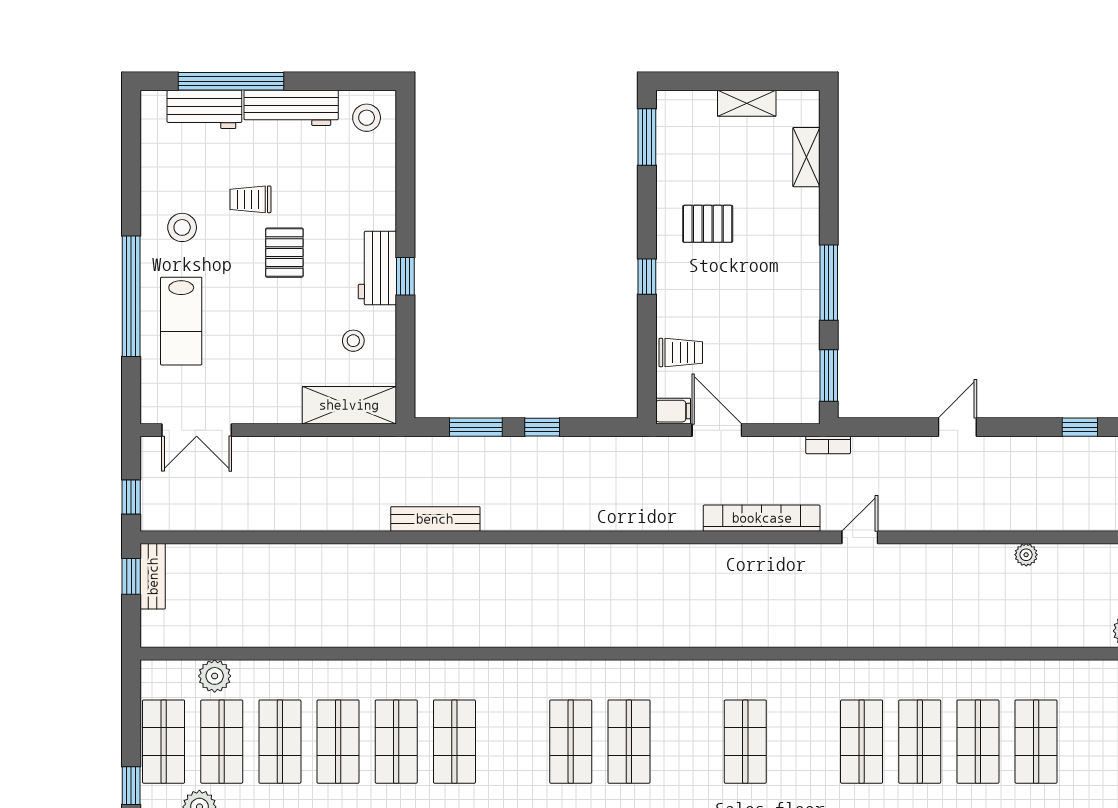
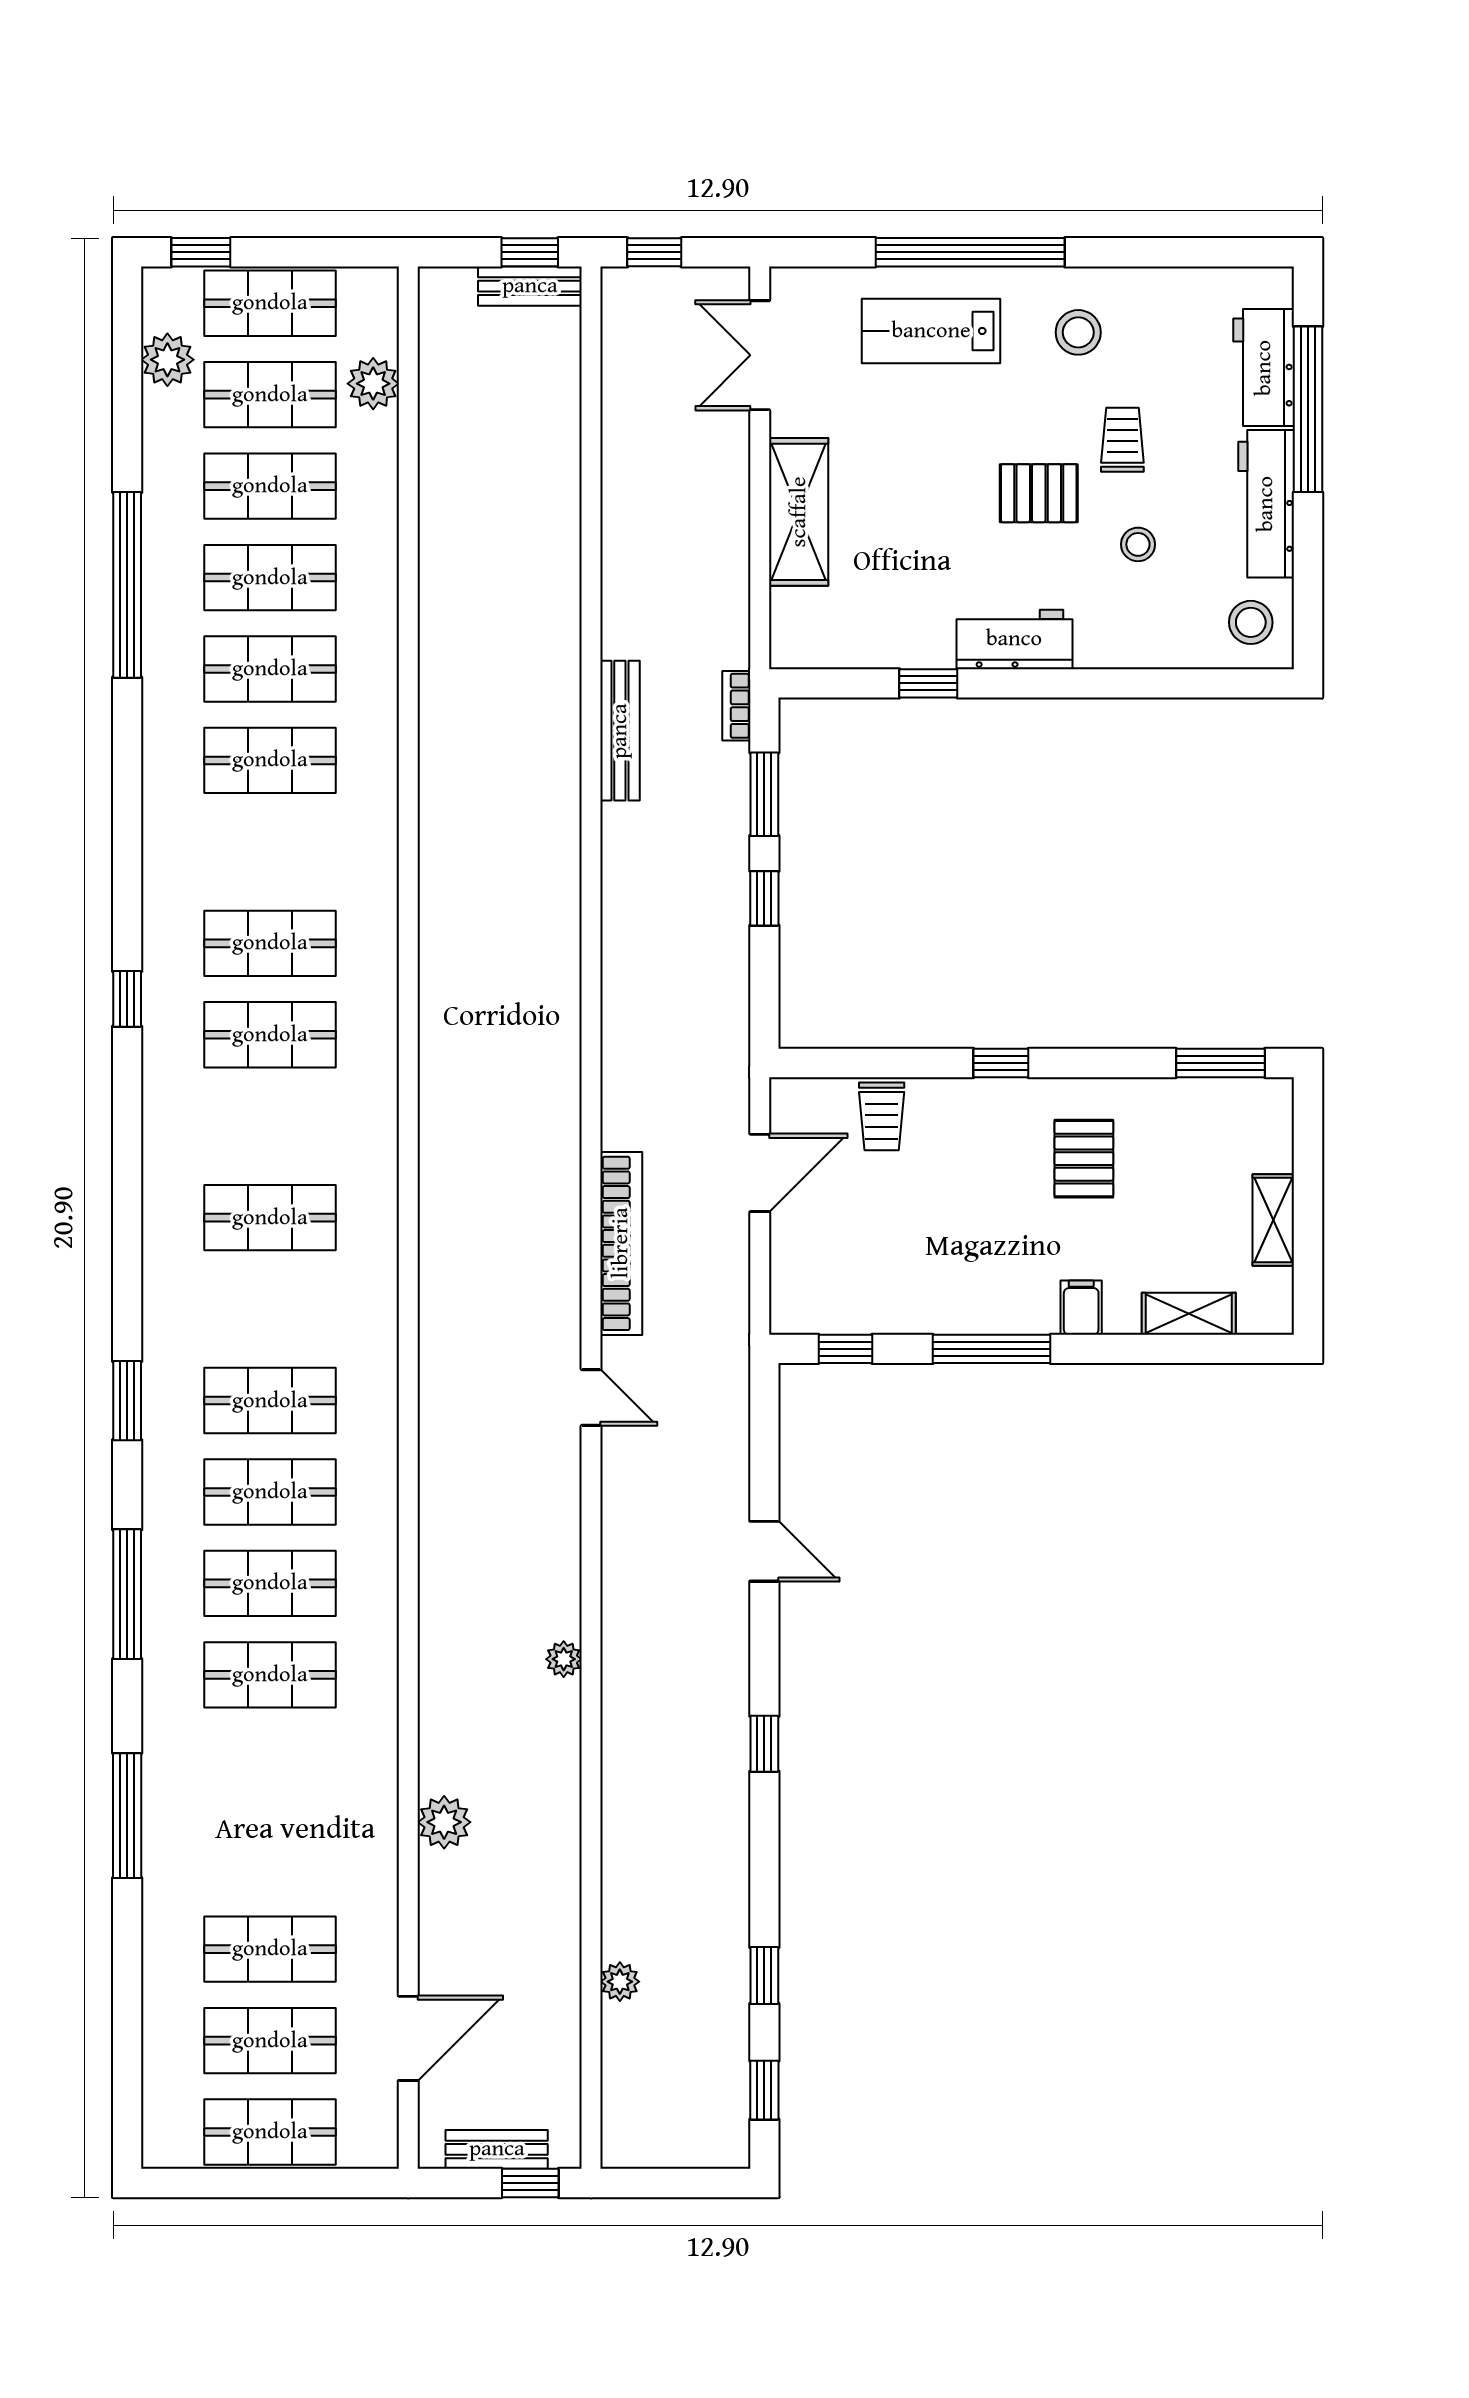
window: (405, 276) -> (928, 683), moved
stool: (353, 341) -> (1138, 544), moved
window: (829, 376) -> (845, 1349), width x0.67
shelving: (349, 405) -> (799, 512), moved
filing cabinet: (673, 411) -> (1081, 1308), moved, turned 180
bookcase: (828, 445) -> (736, 706), moved

